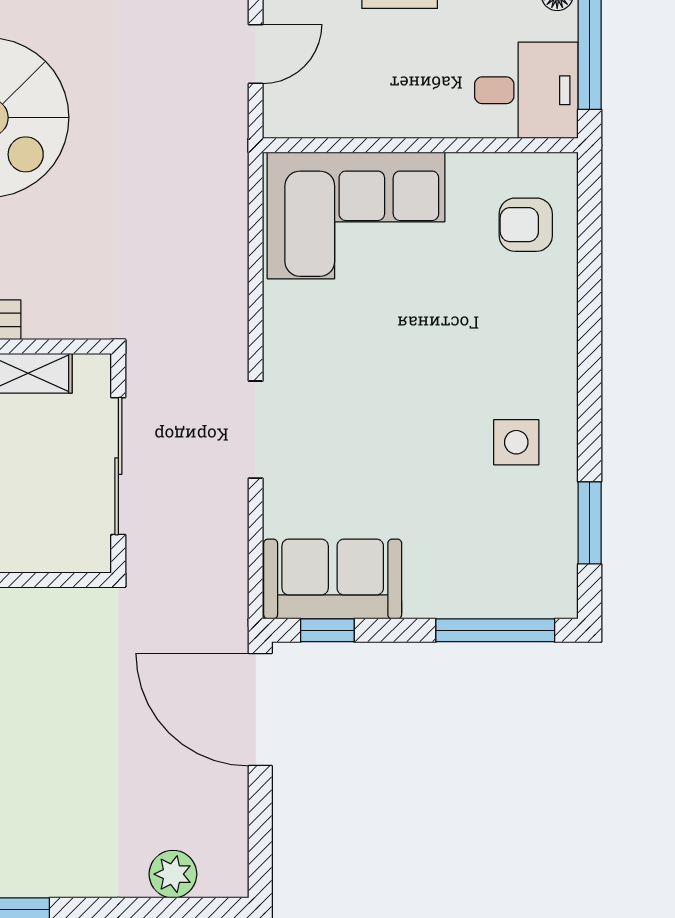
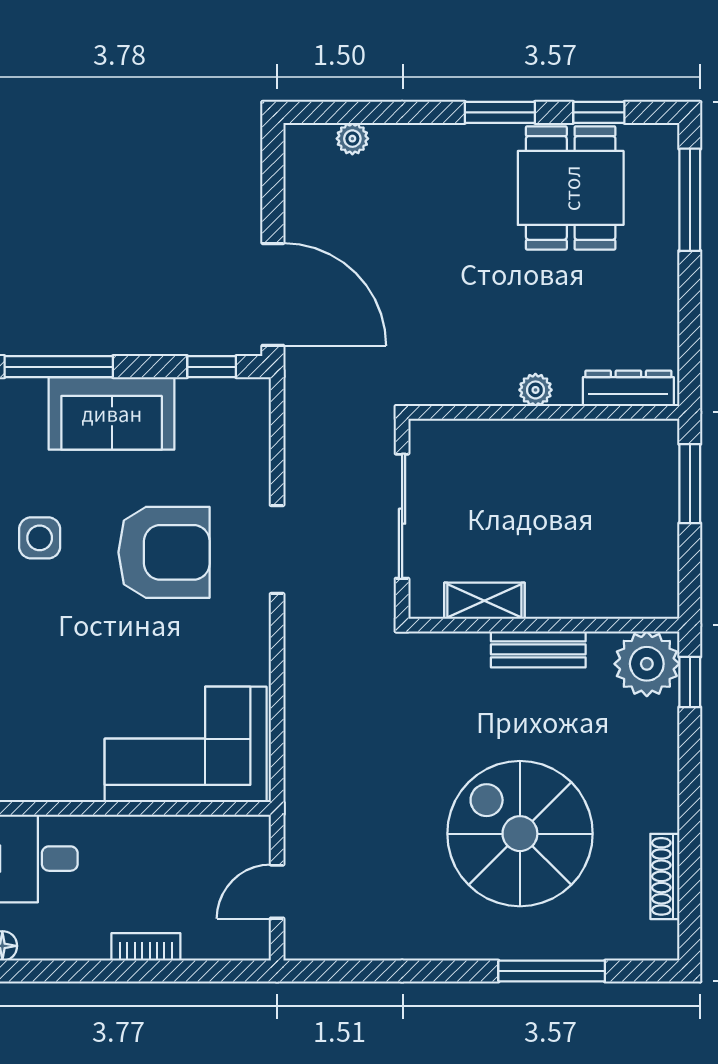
armchair: (526, 225) -> (164, 552), moved, width x1.88, depth x1.88
sofa: (333, 579) -> (112, 413), moved
plant: (173, 874) -> (352, 139), width x0.73, depth x0.73

